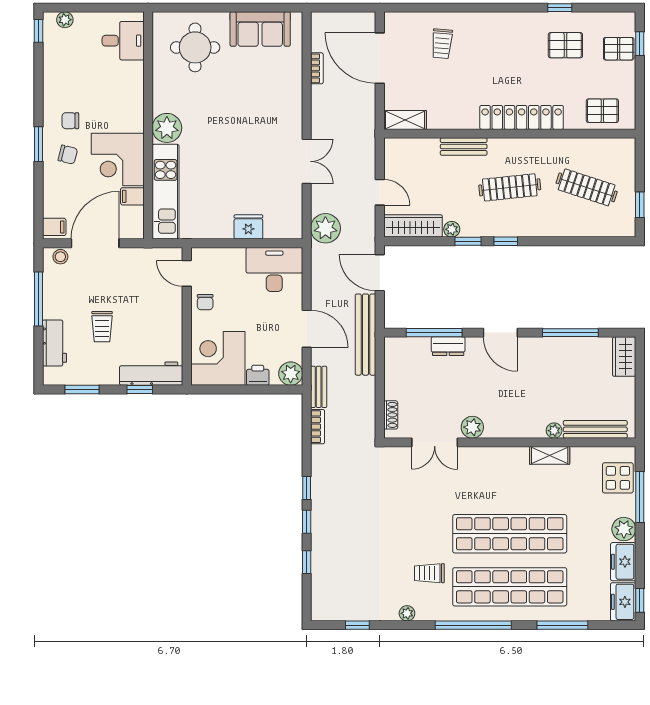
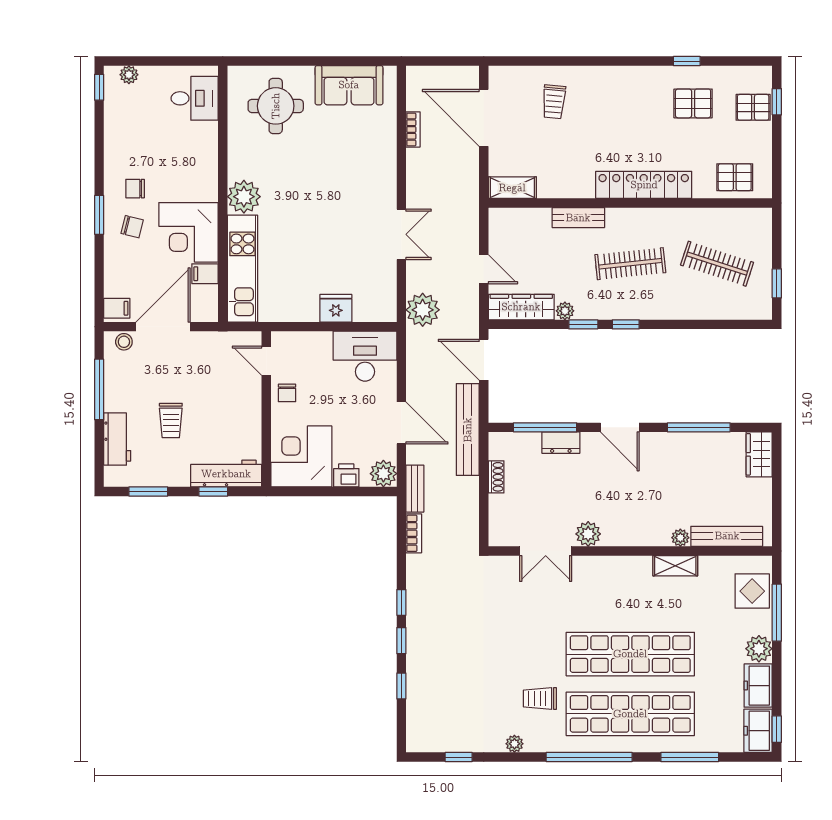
shoe rack: (391, 415) -> (496, 477), moved

